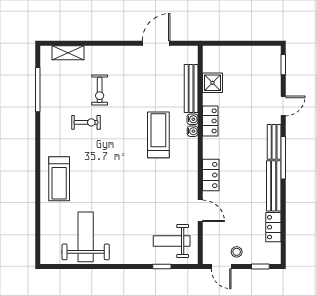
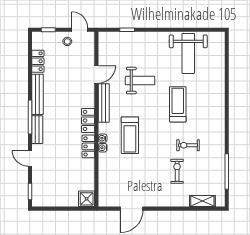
shower: (212, 83) -> (87, 199), moved
bench: (191, 88) -> (104, 103), moved
door: (283, 106) -> (30, 158), hinge flipped
locker: (211, 175) -> (88, 120), moved
treadmill: (59, 179) -> (178, 104), moved
door: (200, 211) -> (96, 74), swing flipped
weight bench: (172, 241) -> (140, 81), moved

